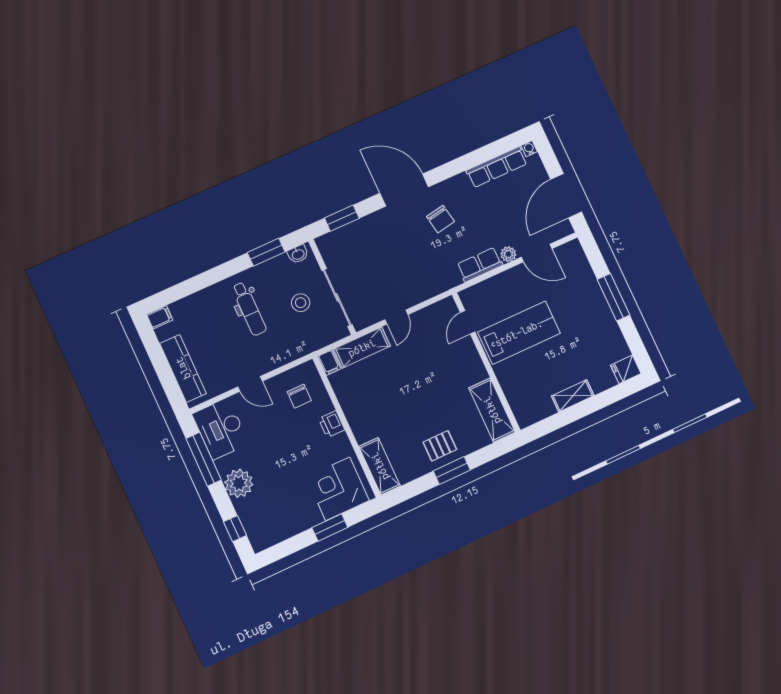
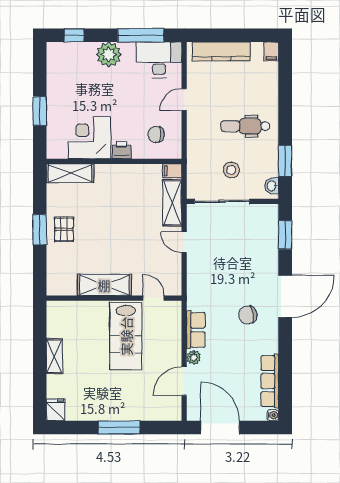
shelving: (492, 410) -> (104, 285), moved
corner desk: (338, 489) -> (90, 138), moved, turned -90

